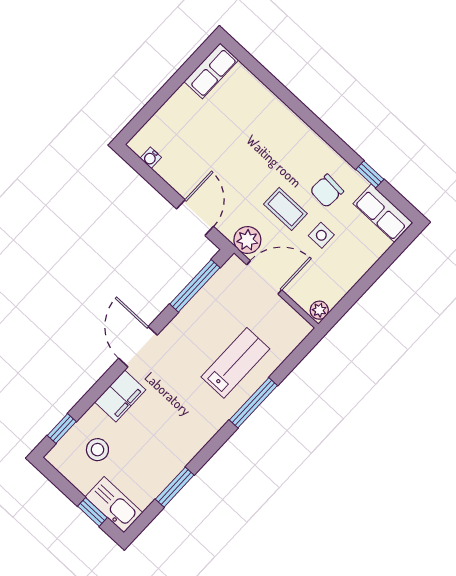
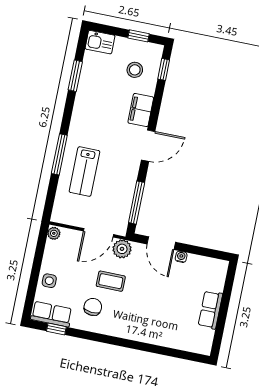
row of seats: (211, 71) -> (210, 310), moved
water cooler: (151, 158) -> (181, 257), moved
window: (370, 174) -> (56, 329), moved
side table: (321, 235) -> (49, 281), moved
door: (138, 347) -> (148, 146), hinge flipped
kitchen sink: (114, 505) -> (100, 42), width x0.73
window: (92, 512) -> (139, 36), moved

